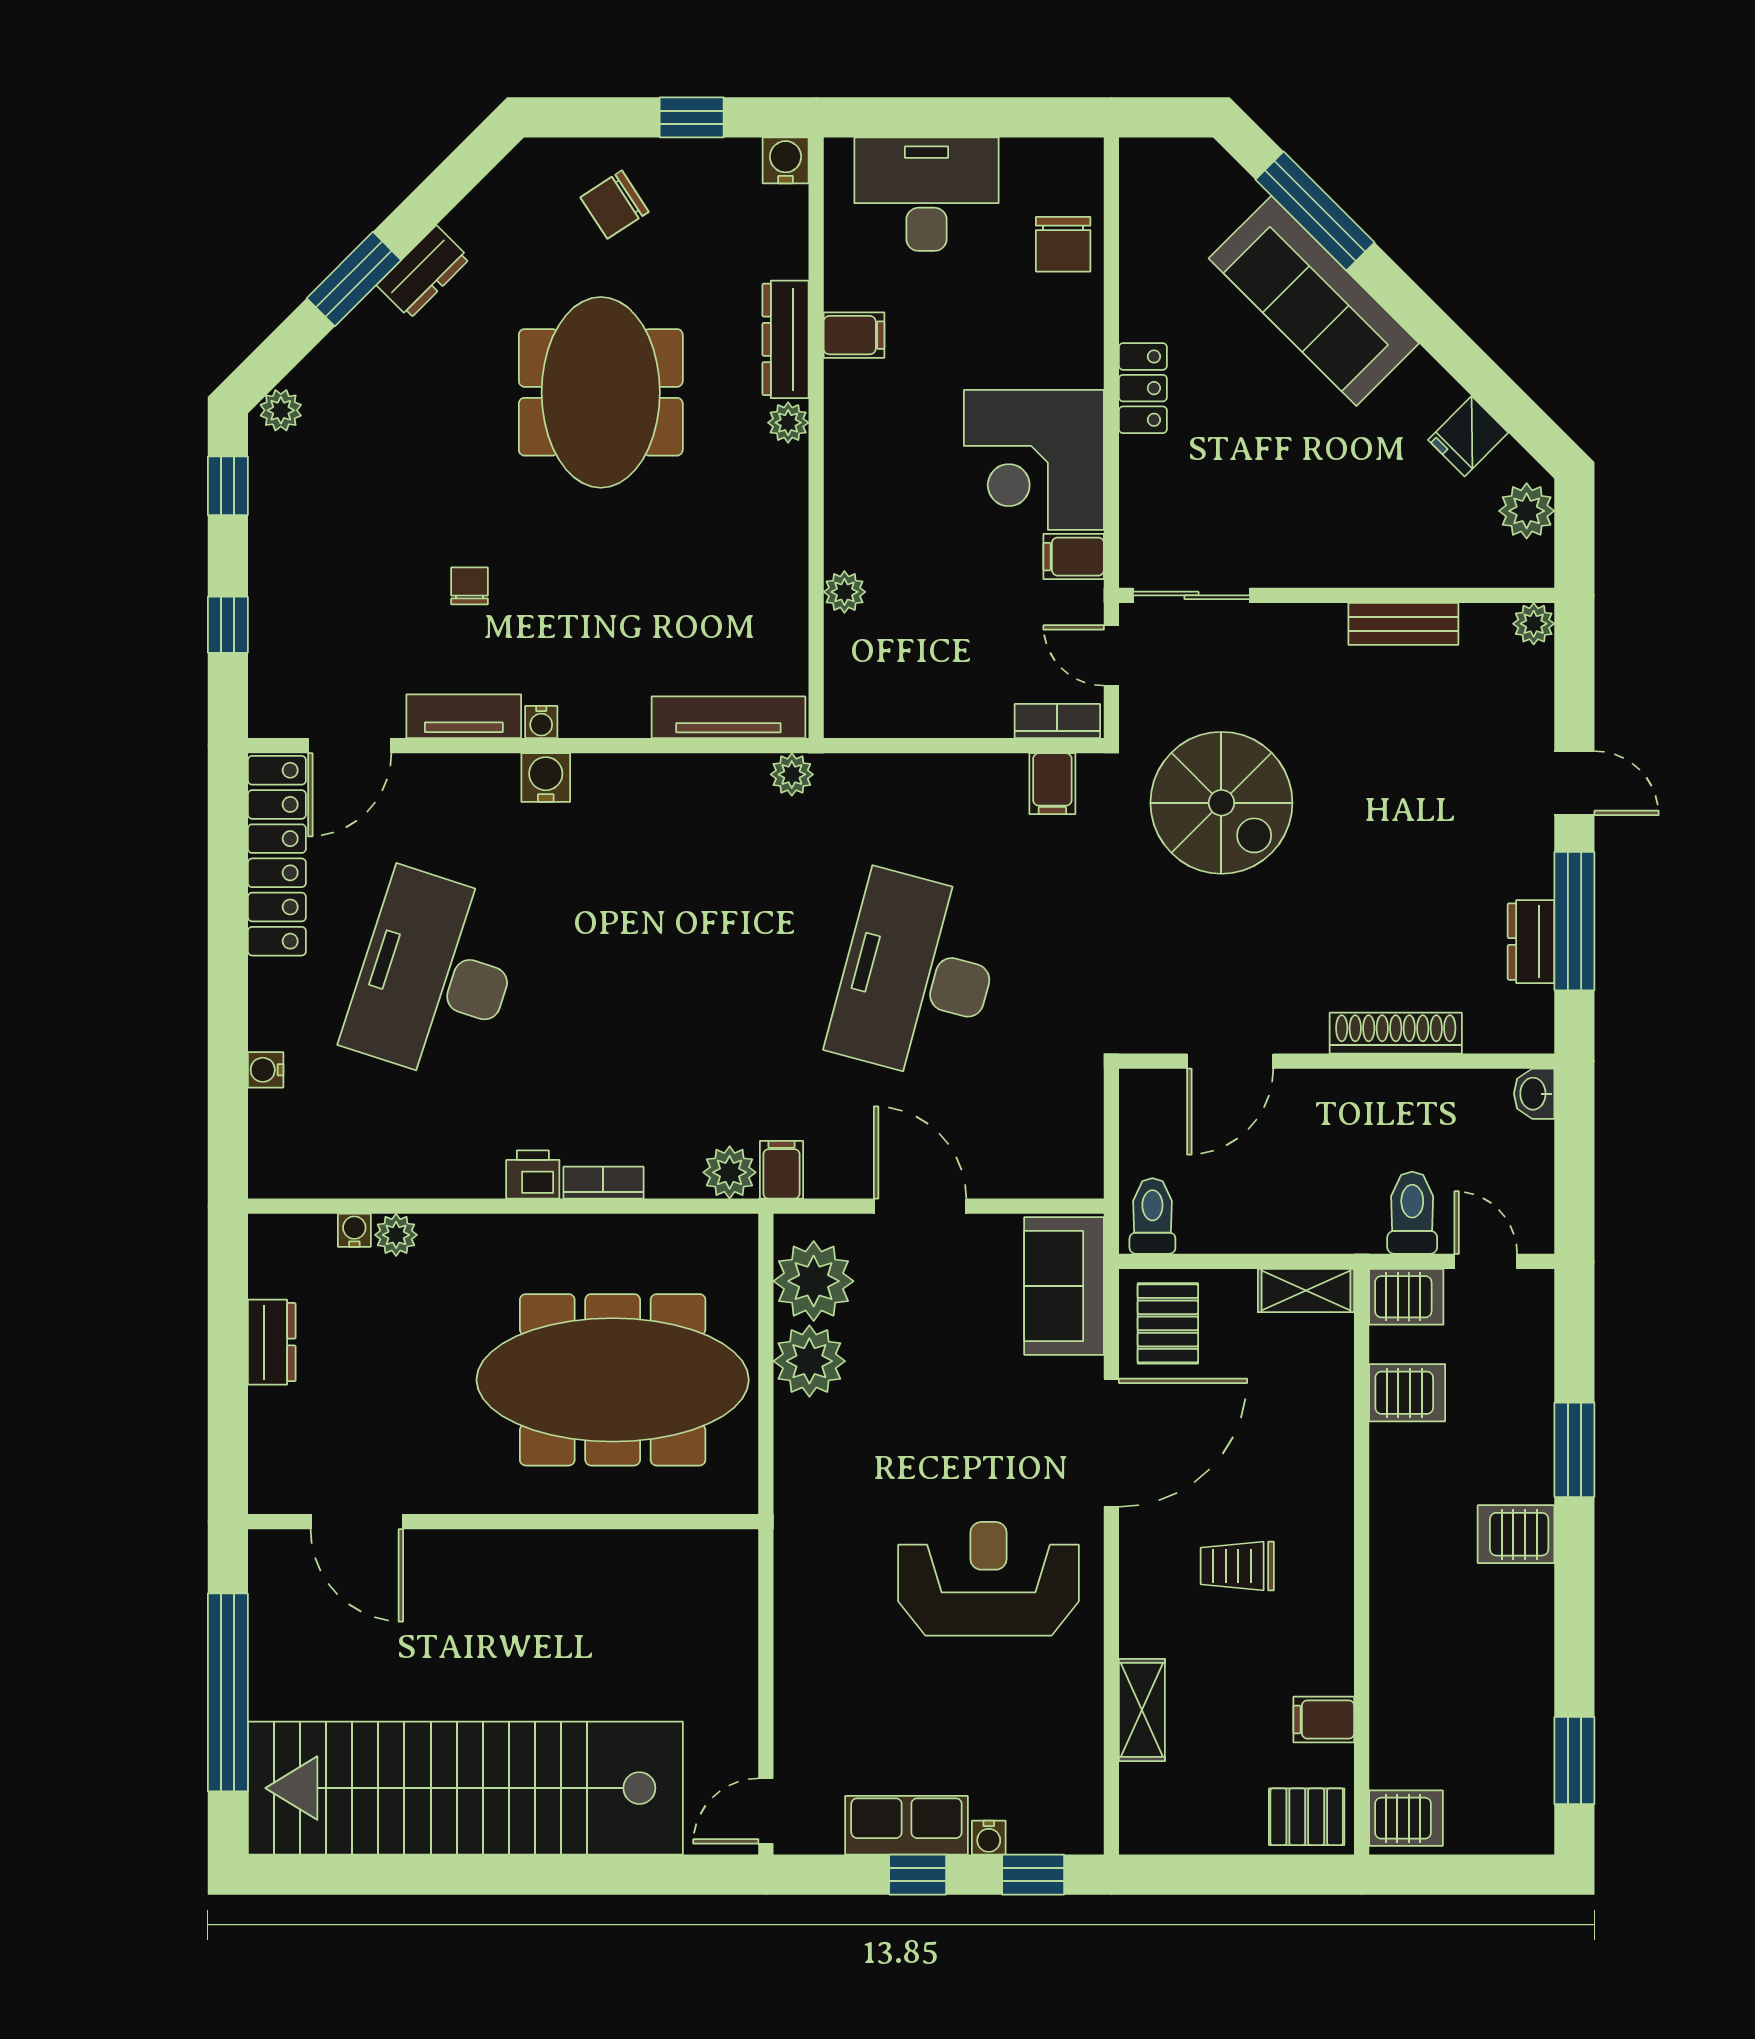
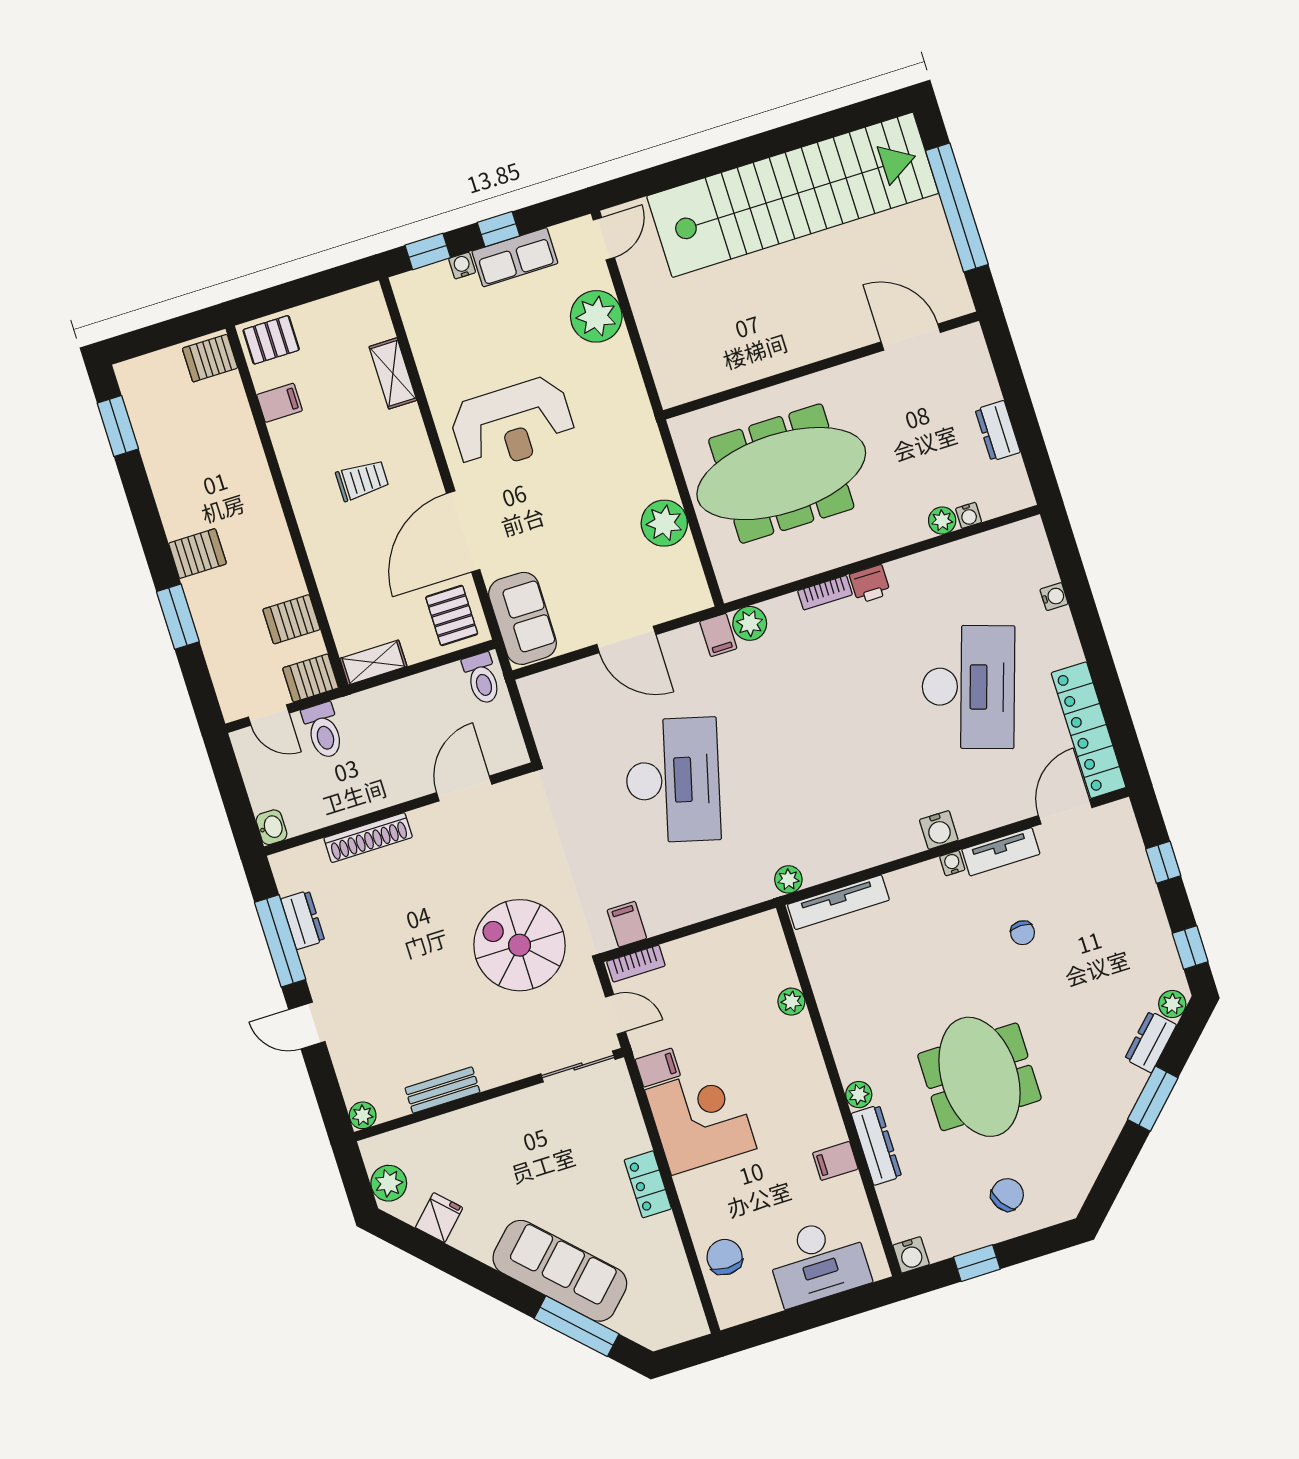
dresser: (423, 272) -> (1151, 1042), moved
plant: (814, 1281) -> (596, 316), moved

